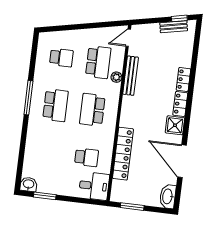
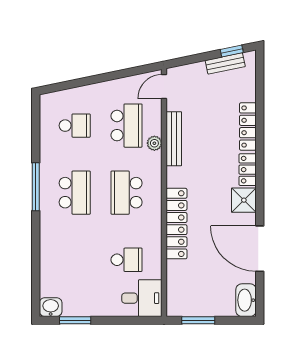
locker: (183, 79) -> (248, 127), width x1.53
locker: (123, 154) -> (176, 224), moved

